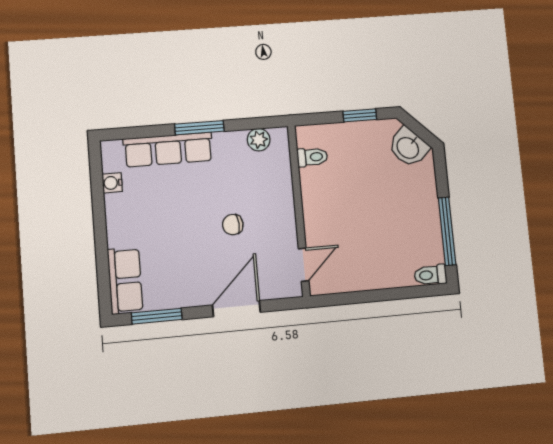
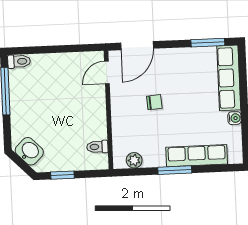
water cooler: (112, 183) -> (235, 118), moved
row of seats: (125, 281) -> (229, 78), width x1.48
door: (236, 309) -> (137, 46), moved

